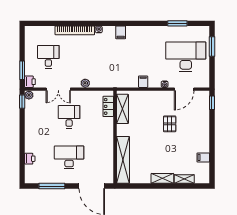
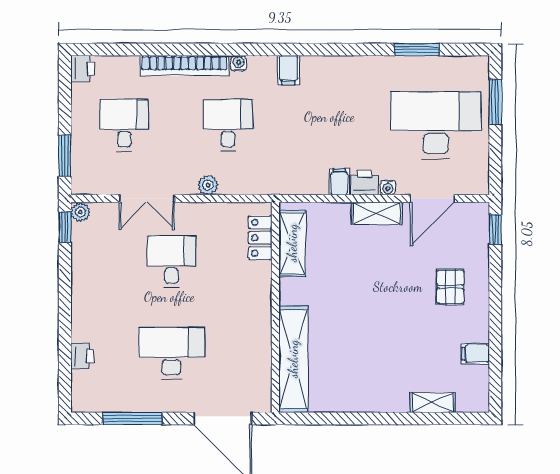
desk: (94, 57) -> (228, 125), added
printer: (30, 82) -> (83, 69), moved
printer: (154, 82) -> (365, 183), added
pallet: (170, 124) -> (450, 287), moved
shelving: (162, 178) -> (377, 213), moved

